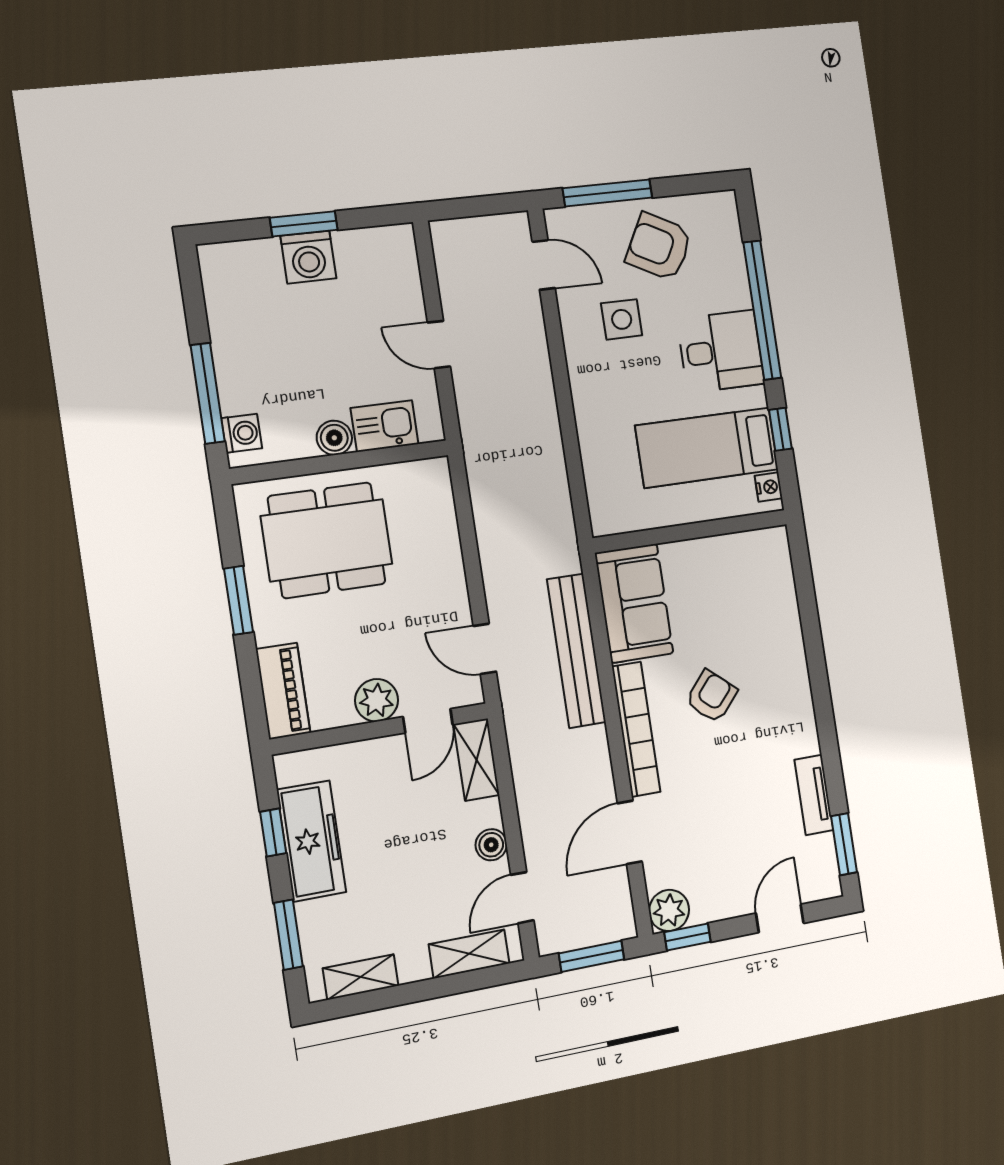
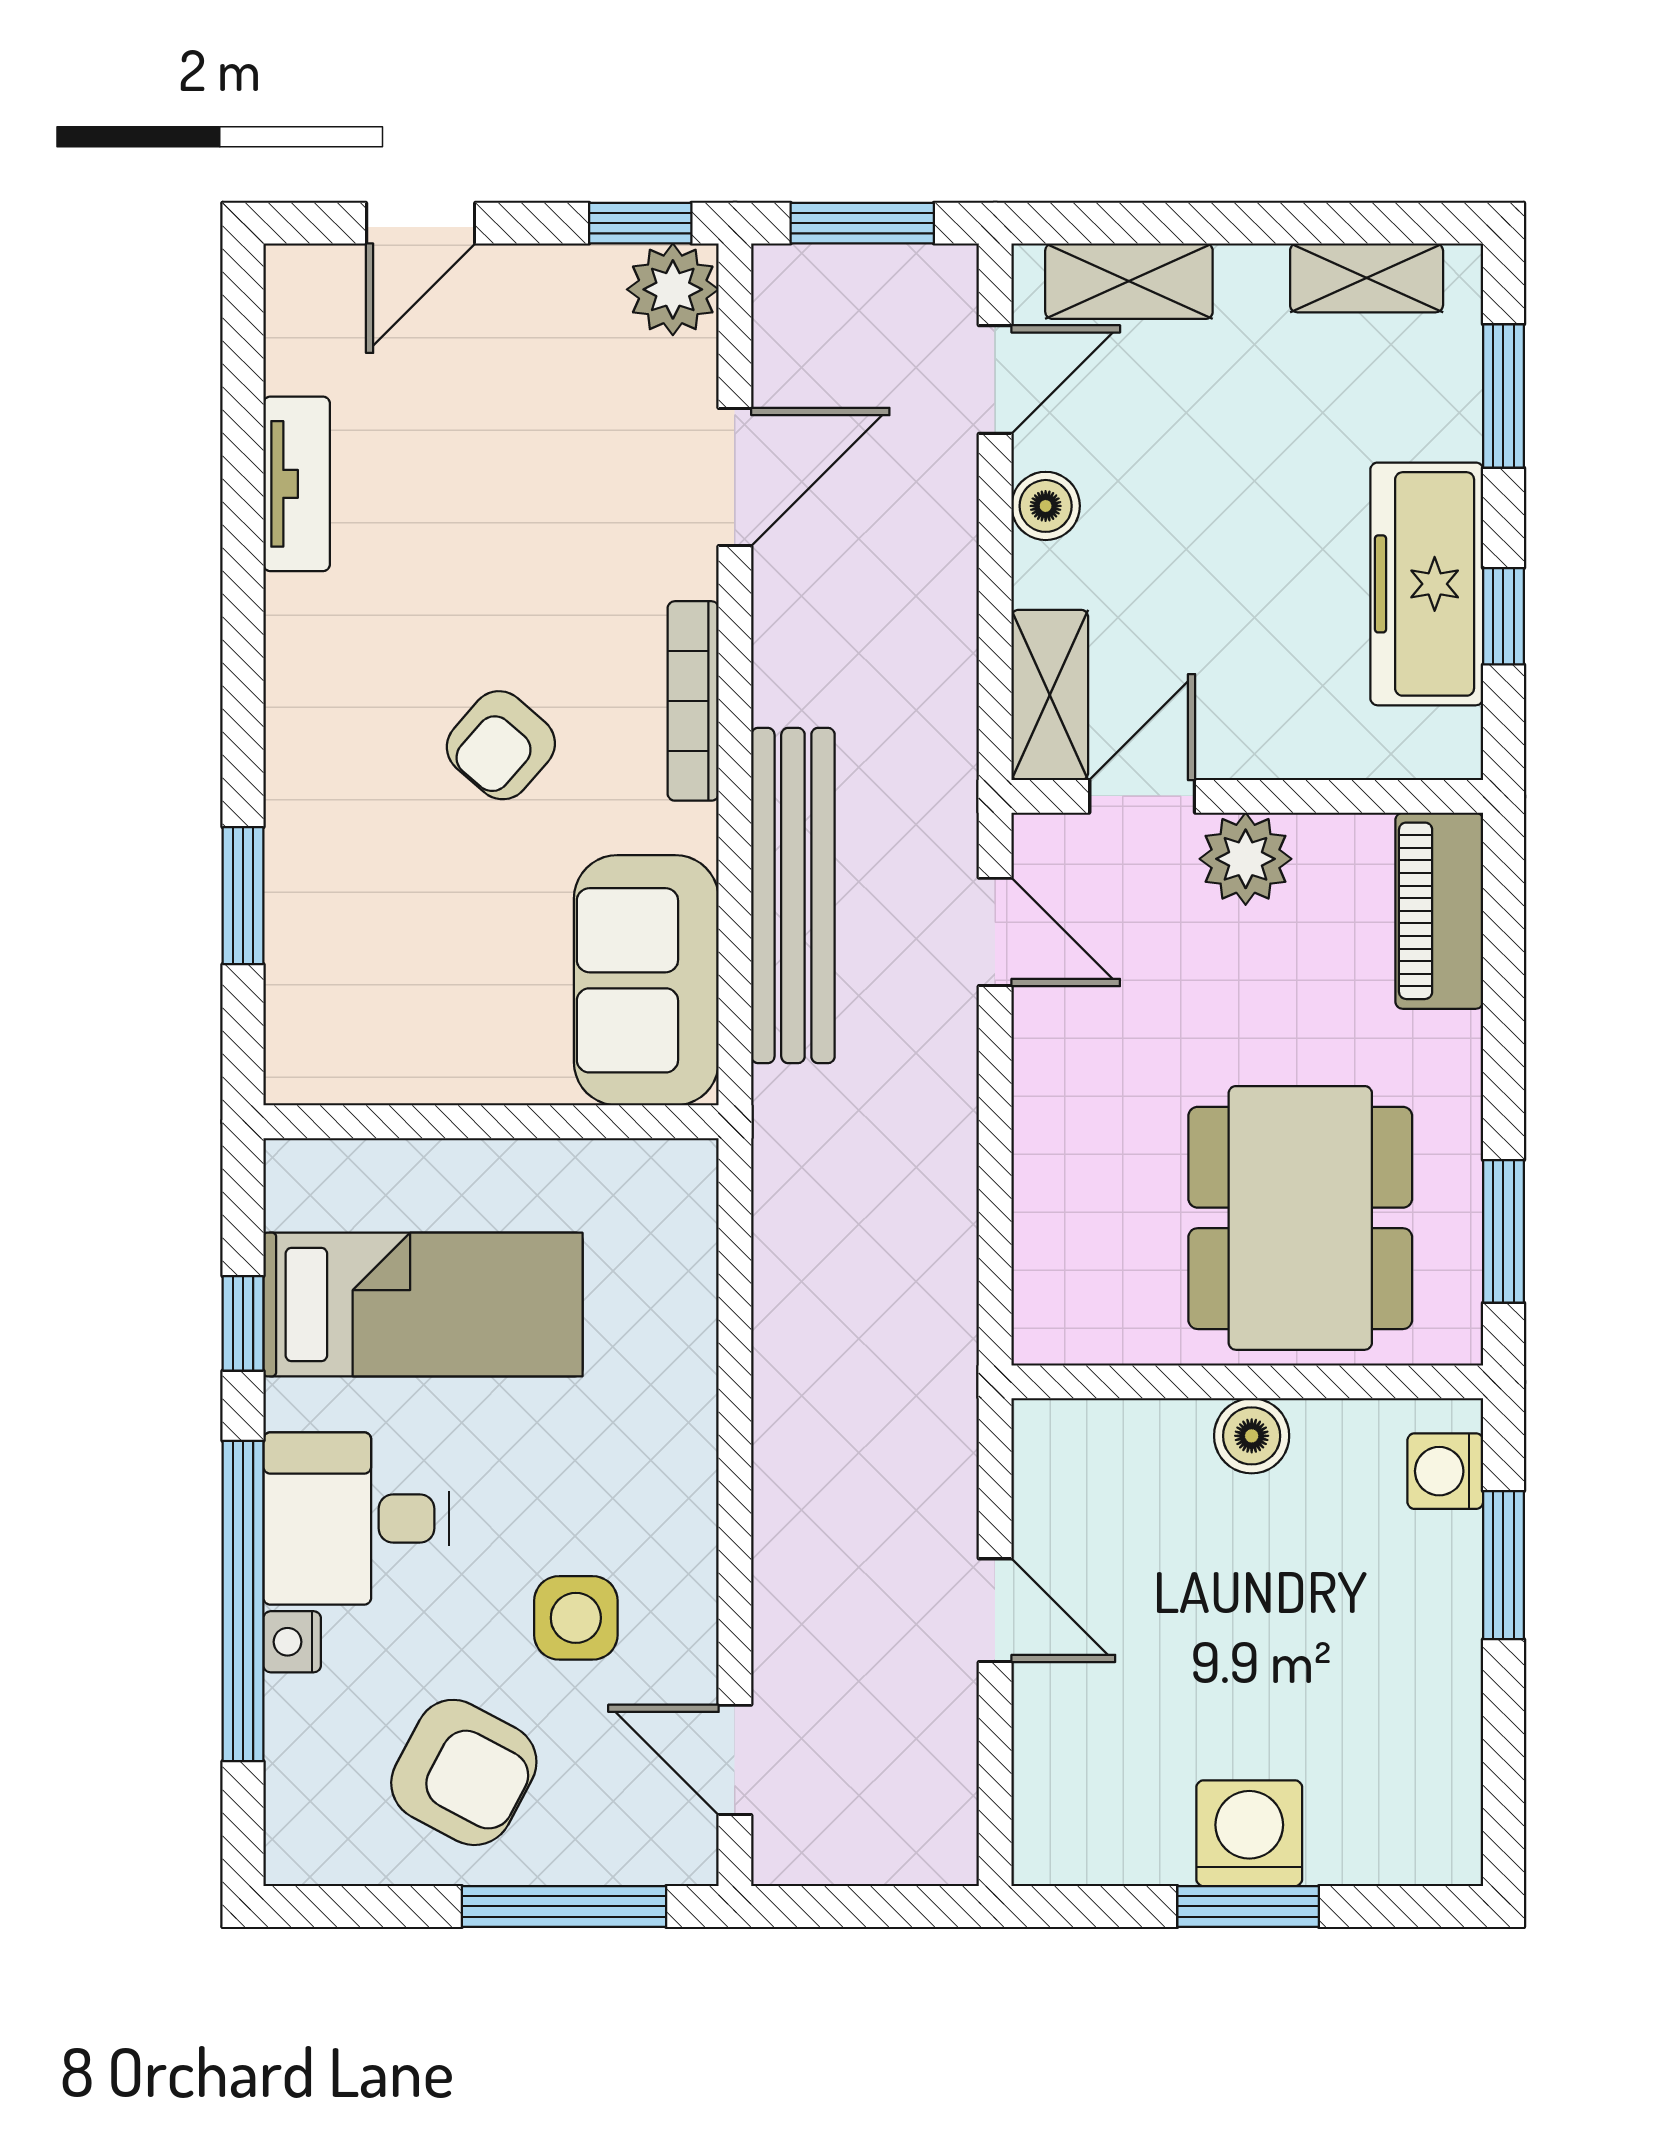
window: (208, 393) -> (1503, 1565), width x0.69
kitchen sink: (385, 426) -> (1140, 1447), removed
nightstand: (769, 487) -> (292, 1642), moved
dining table: (327, 540) -> (1300, 1218), turned 90
window: (239, 600) -> (1503, 1231), moved
bookcase: (636, 729) -> (693, 701), width x0.68, depth x0.76
window: (844, 844) -> (243, 896), moved

